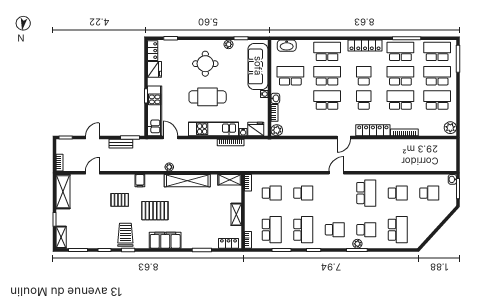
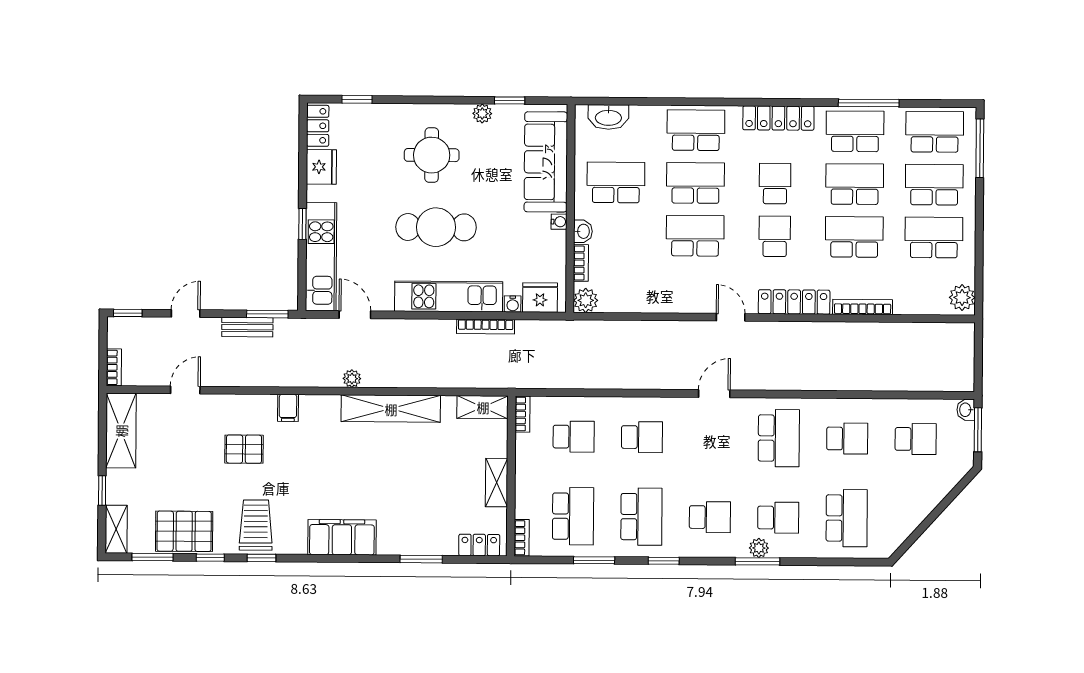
door: (344, 138) -> (731, 317), swing flipped
pallet: (155, 211) -> (184, 531), moved

